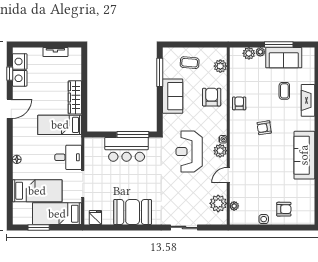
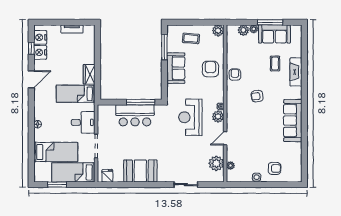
plant: (220, 66) -> (218, 31), moved
wardrobe: (75, 97) -> (89, 74), width x0.67

